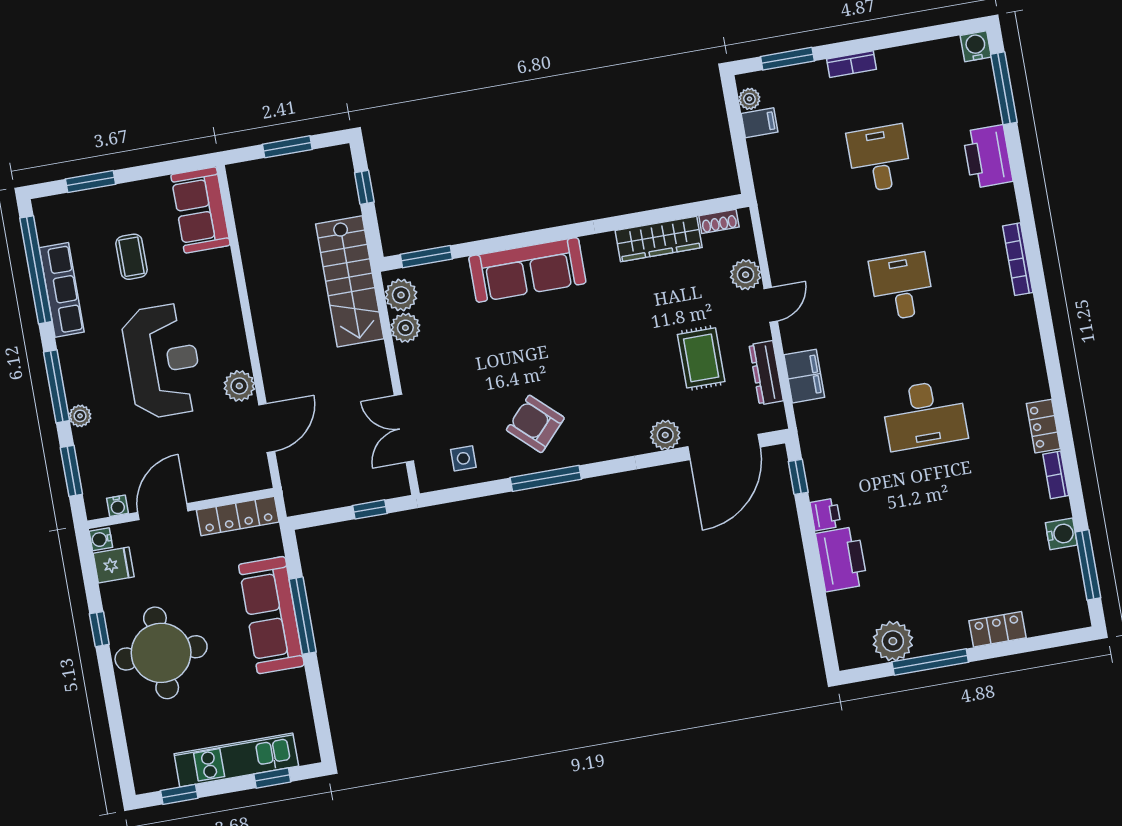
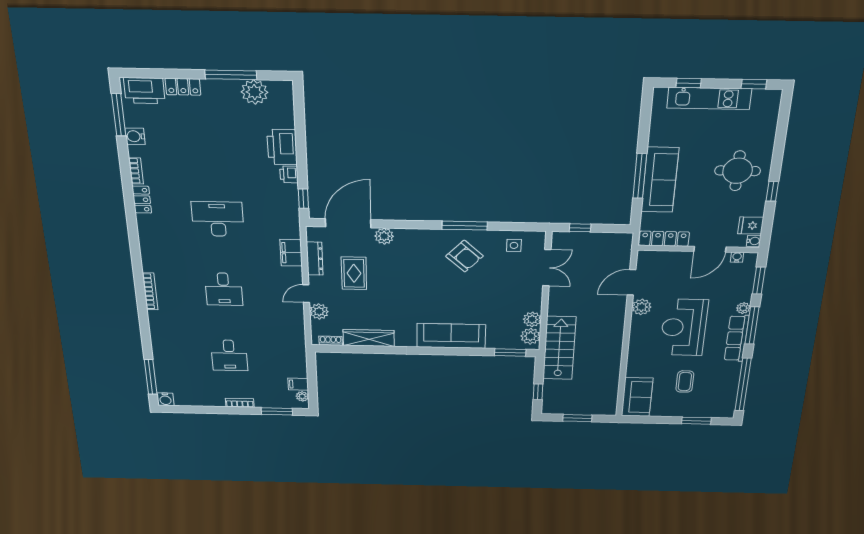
printer: (988, 157) -> (144, 91), moved, turned 90
row of seats: (62, 290) -> (737, 338), moved
round table: (161, 653) -> (738, 171), width x0.73, depth x0.73

